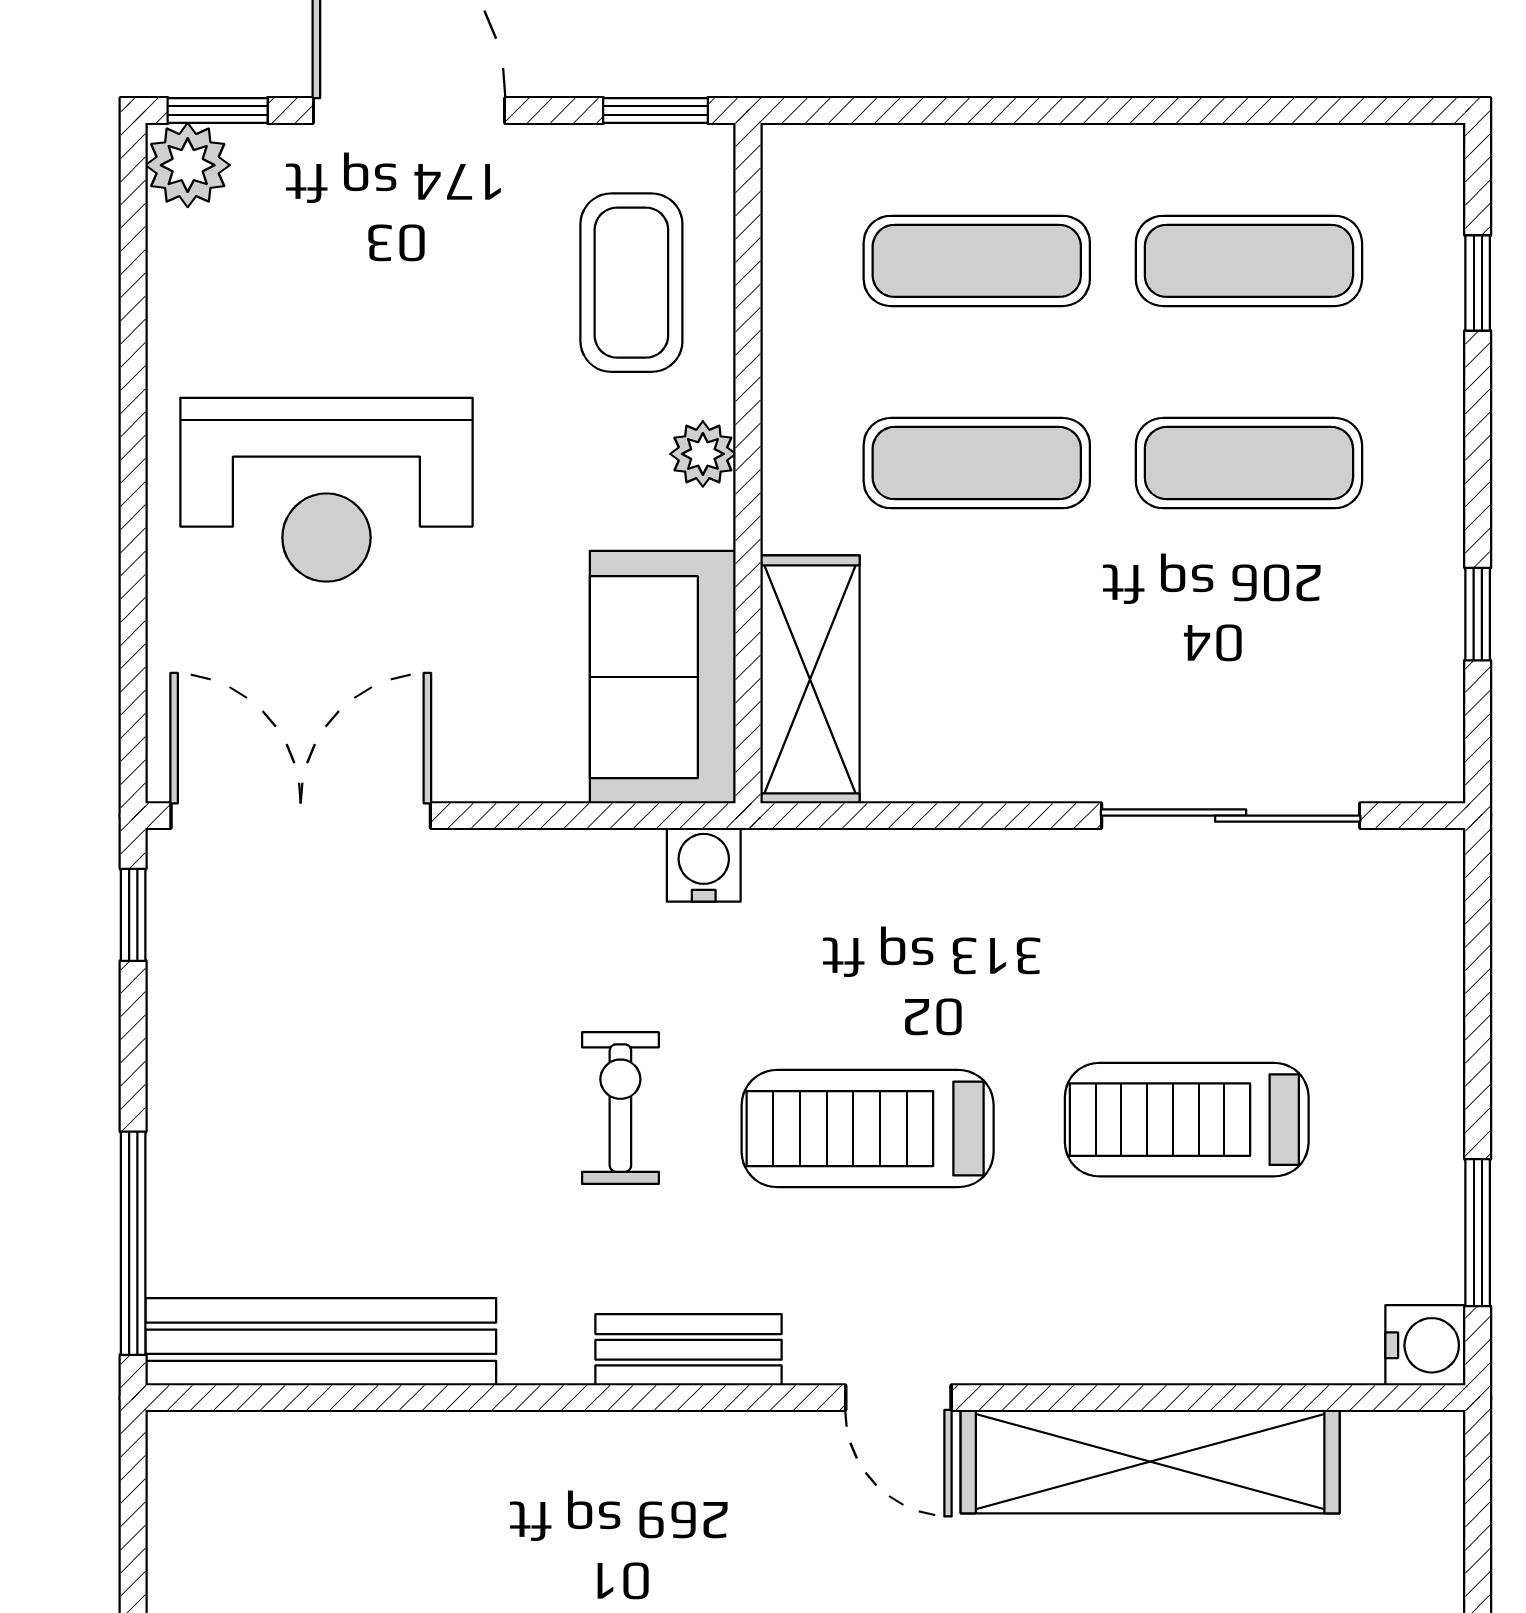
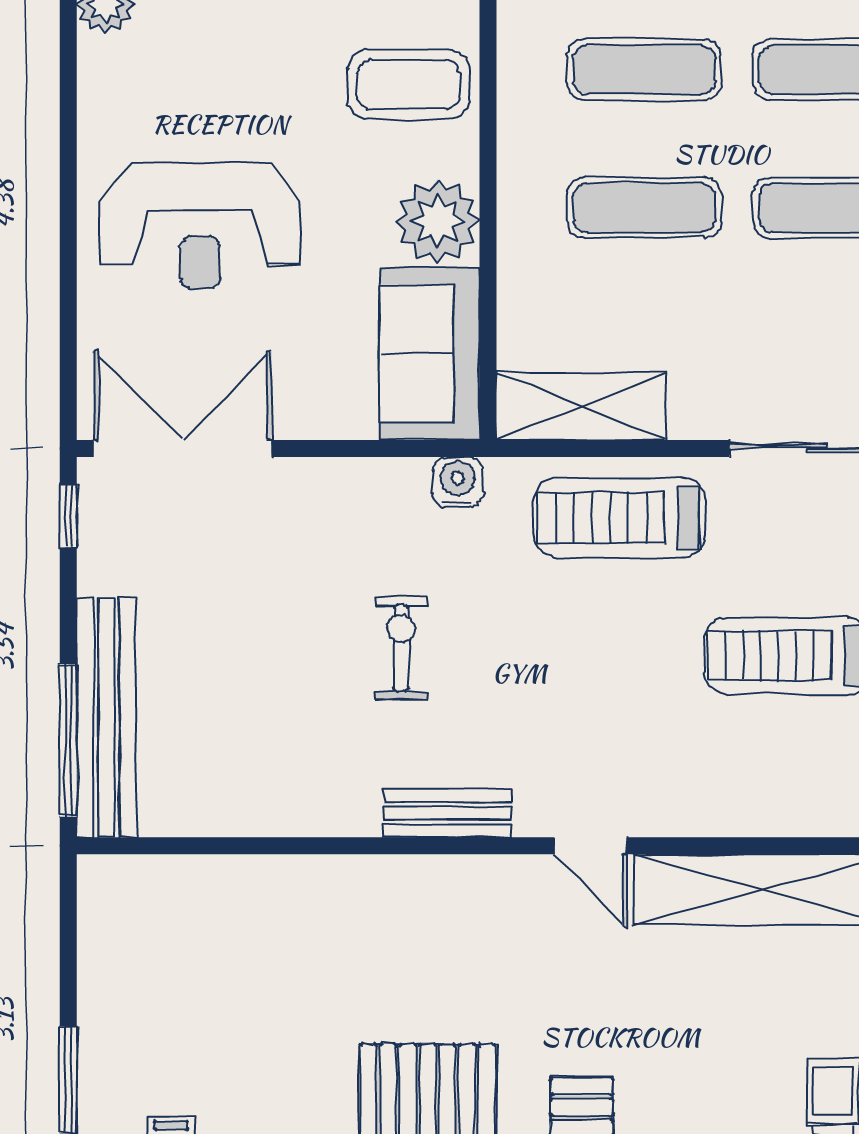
coffee table: (631, 283) -> (408, 85), turned 90
plant: (703, 454) -> (438, 221), width x1.87, depth x1.87
shelving: (810, 679) -> (581, 406), moved, turned 90
treadmill: (868, 1129) -> (620, 518), moved
bench: (321, 1342) -> (106, 718), moved, turned 90

